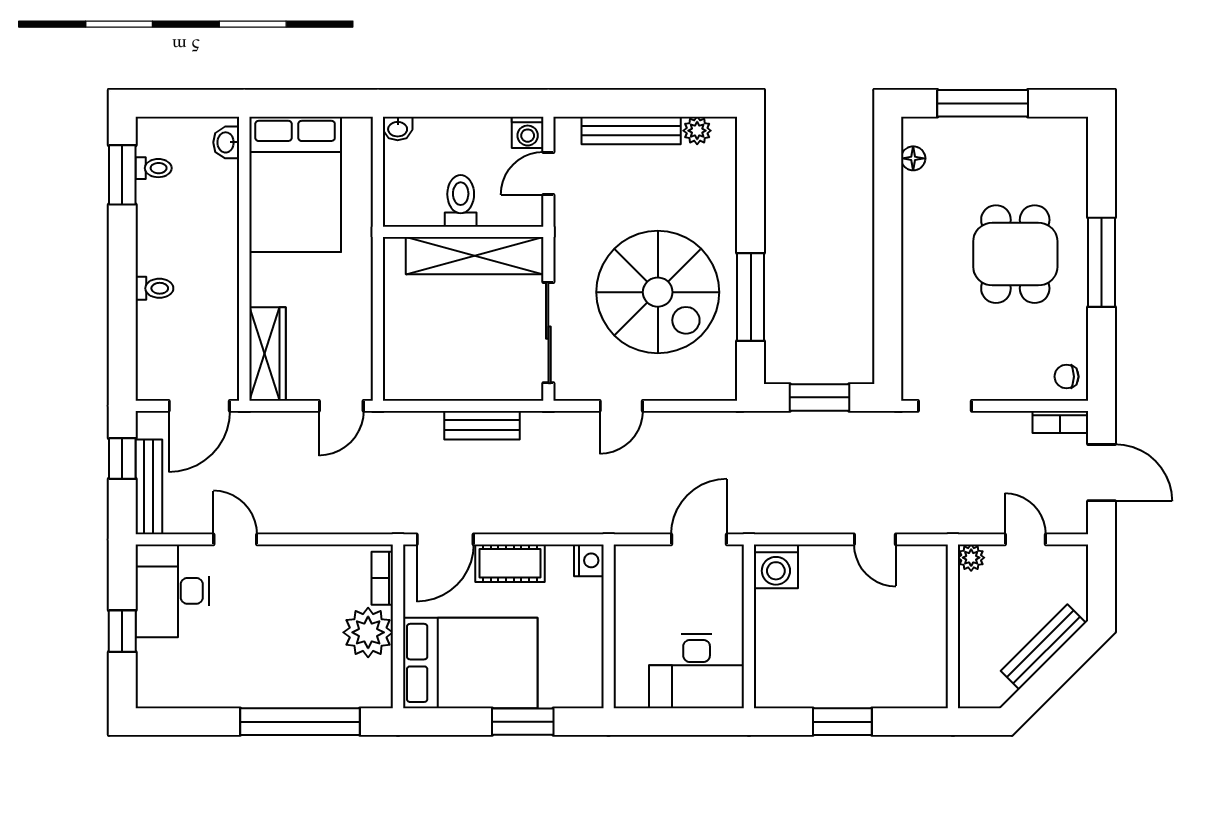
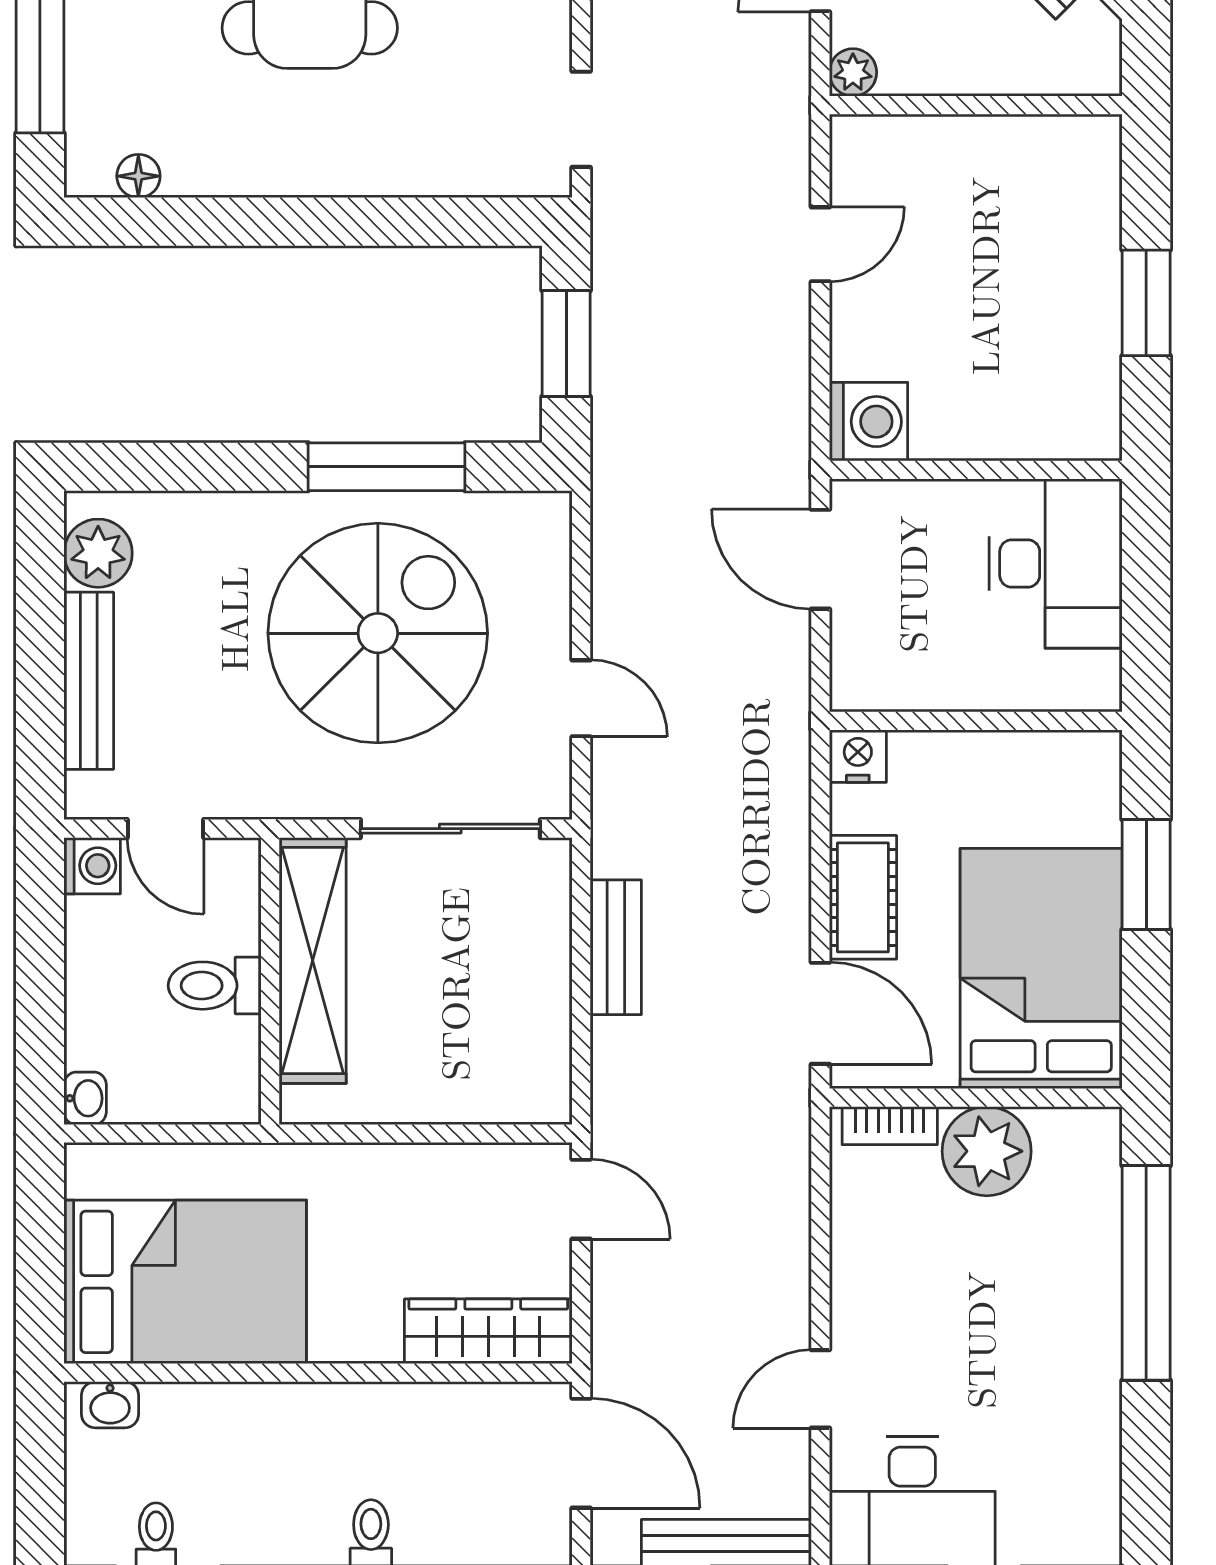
plant: (697, 131) -> (98, 553), width x1.38, depth x1.38

